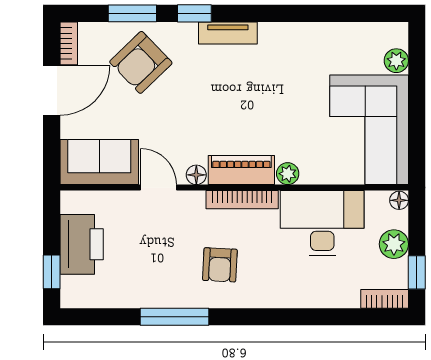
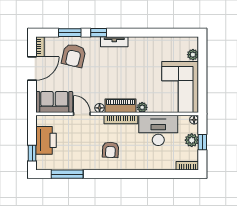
armchair: (141, 62) -> (74, 55), turned -33
window: (417, 272) -> (202, 142), moved
window: (175, 317) -> (67, 174), moved

